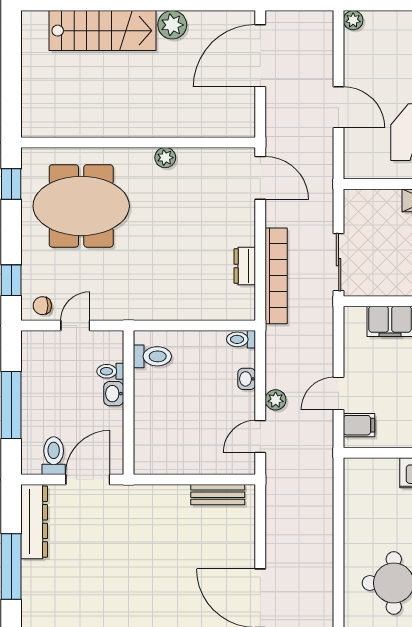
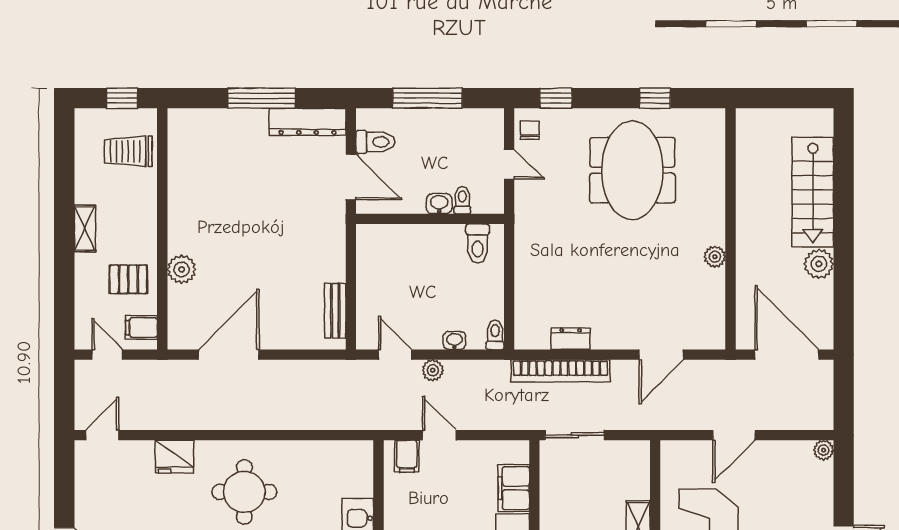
wall: (138, 142) -> (730, 229), moved
plant: (165, 158) -> (715, 257), moved

